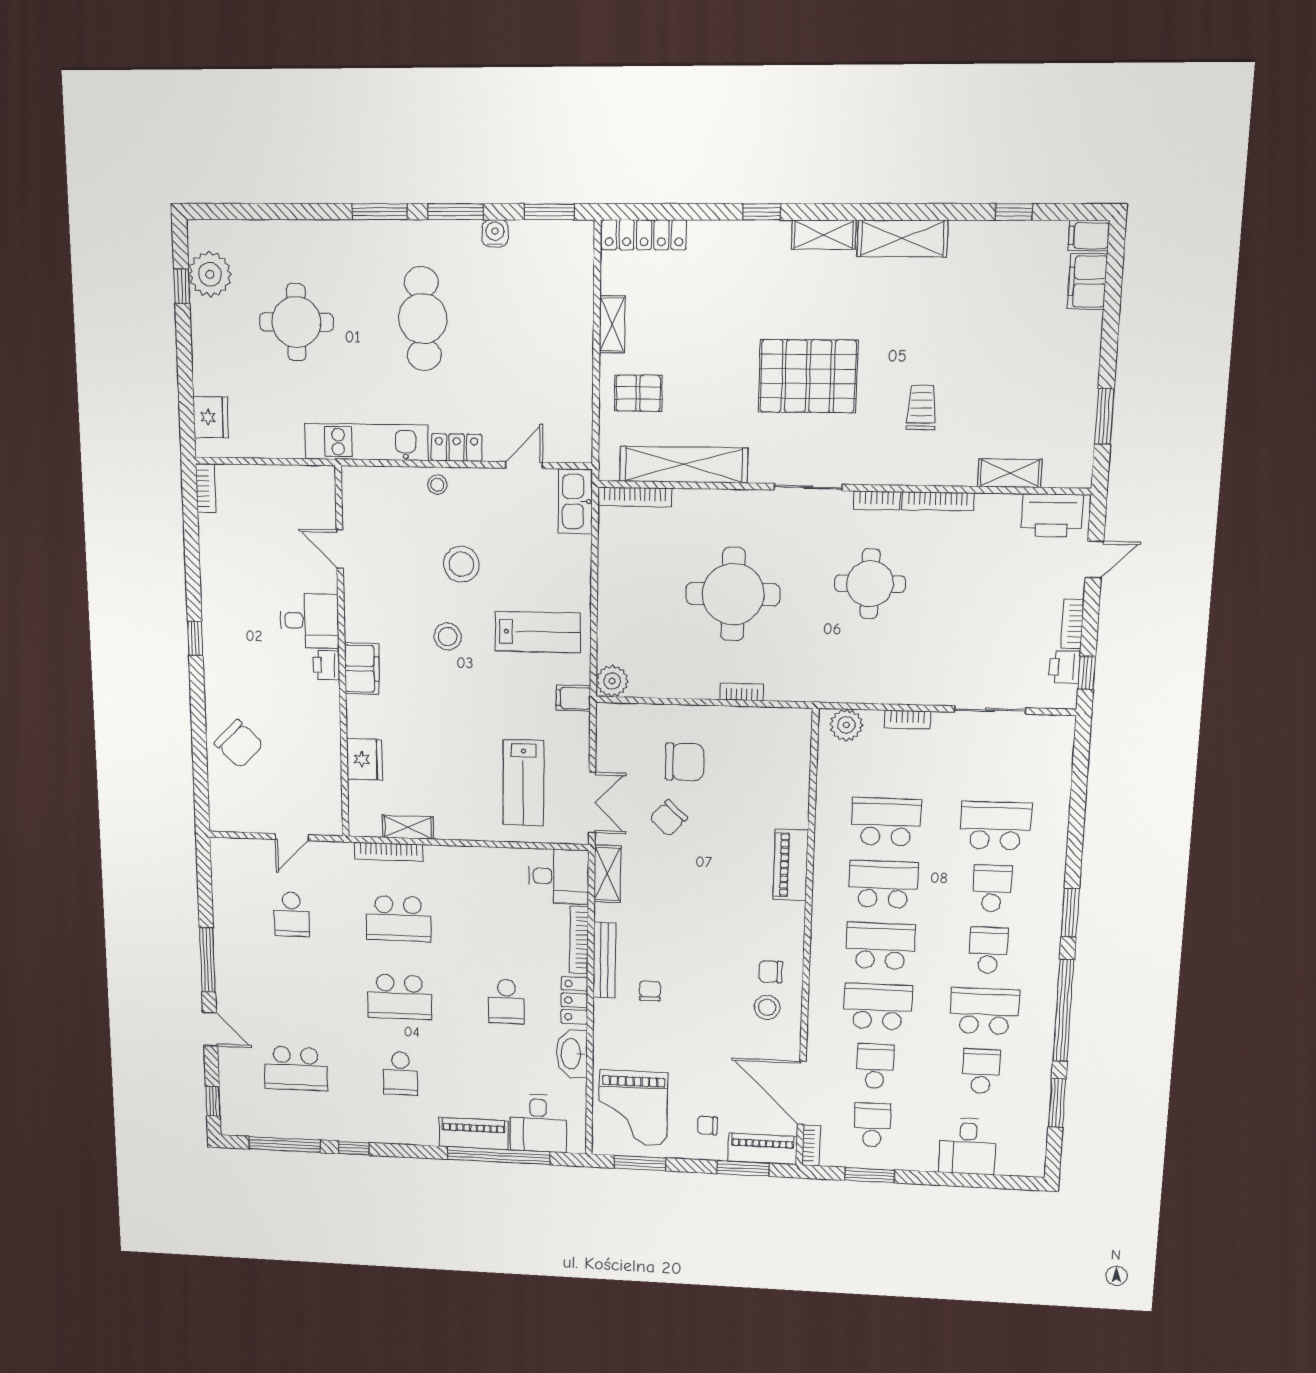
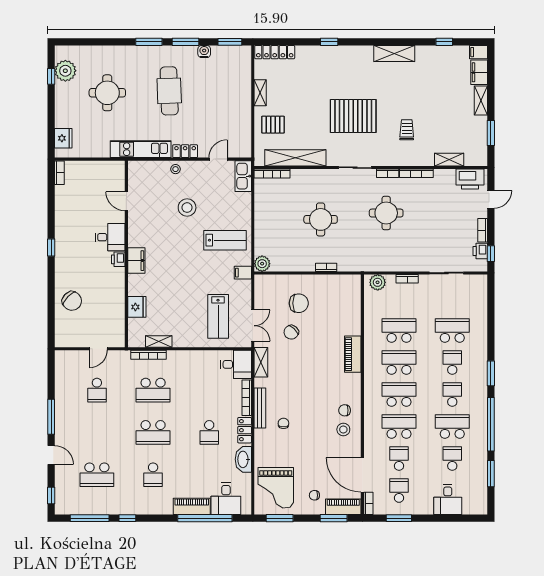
shelving: (824, 235) -> (481, 100), moved, turned 90
round table: (733, 594) -> (321, 219), width x0.73, depth x0.73
stool: (448, 636) -> (180, 243), removed

